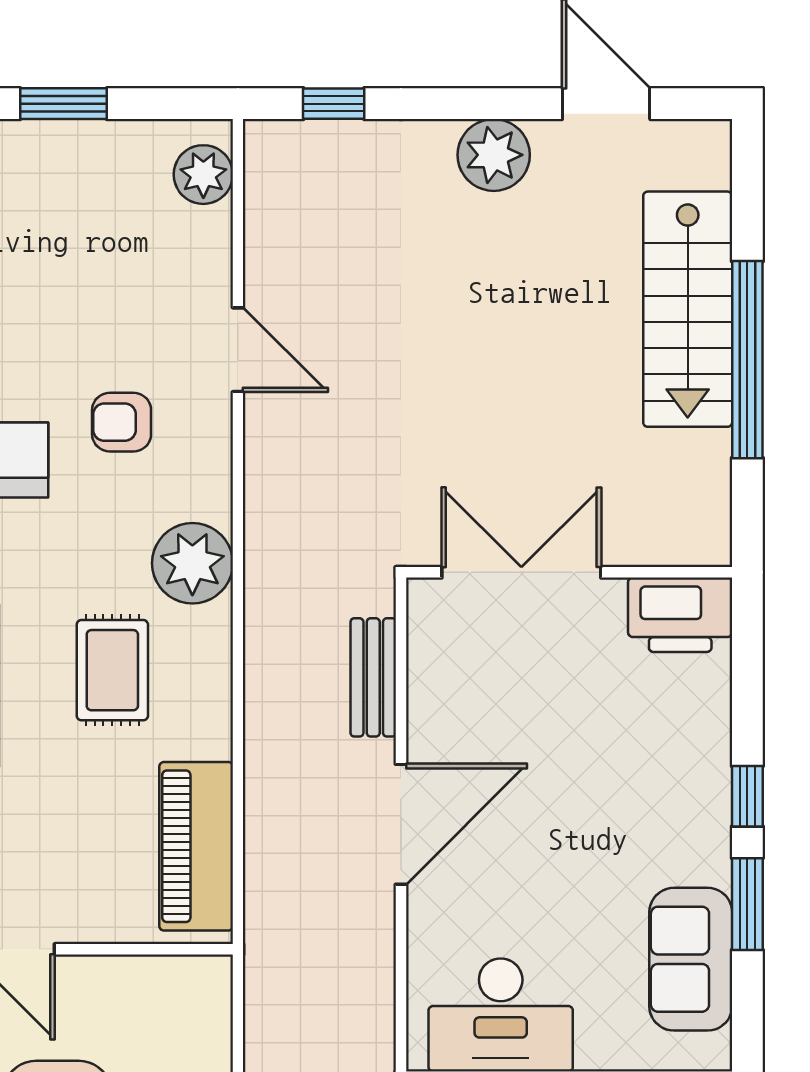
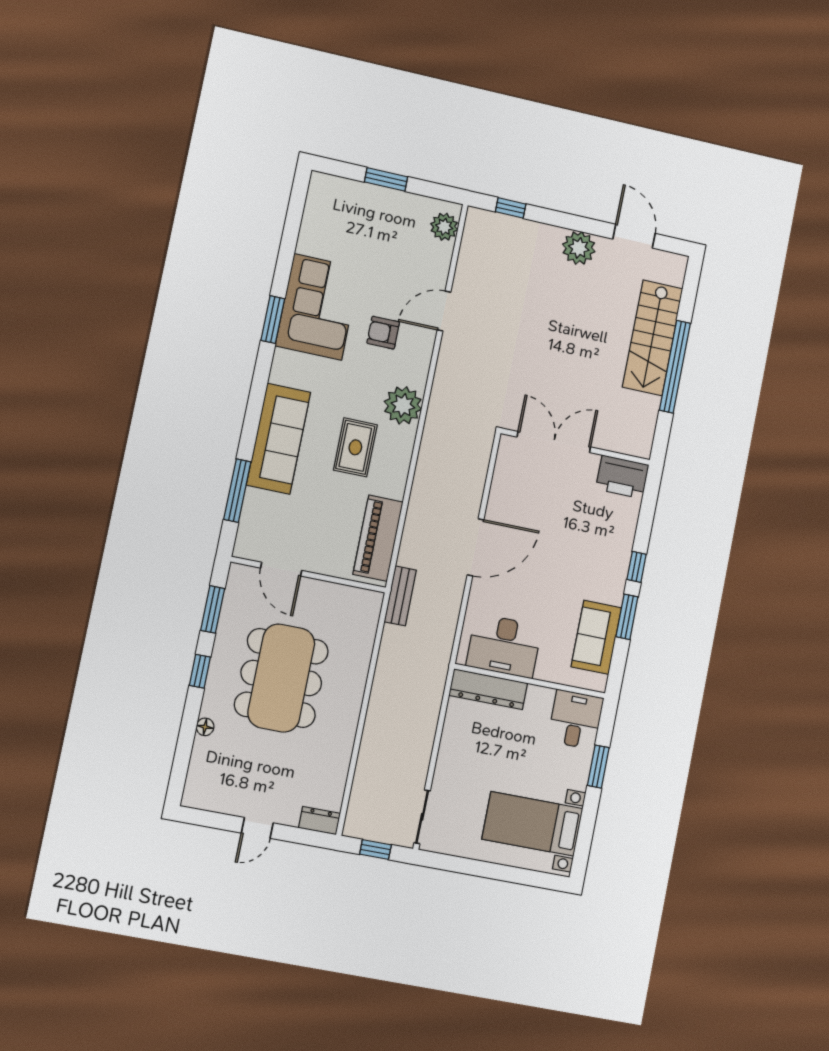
door: (238, 350) -> (444, 311), swing flipped
bench: (373, 677) -> (400, 596), moved

